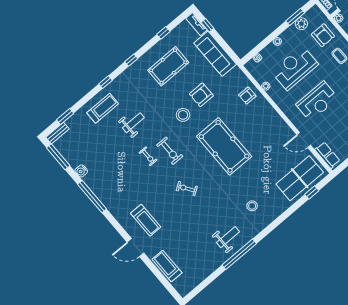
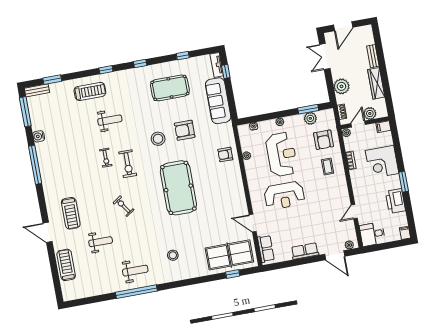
reception desk: (295, 68) -> (282, 154), turned 90
weight bench: (185, 230) -> (101, 242), added

